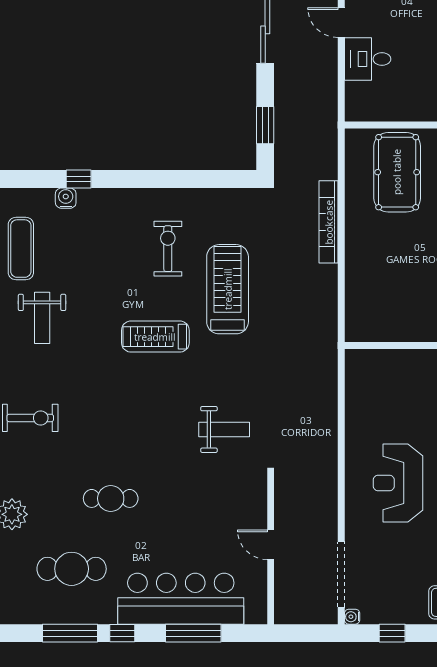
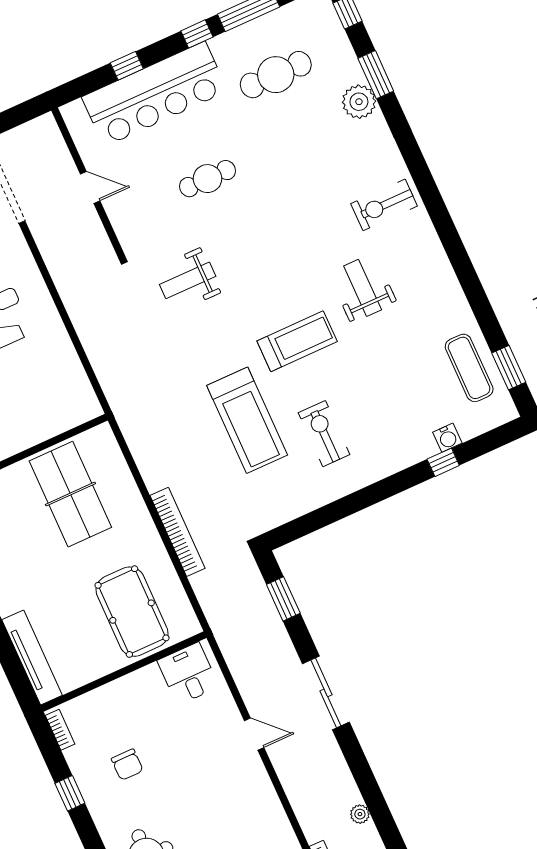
desk: (368, 59) -> (188, 674), moved, turned -90
exercise bike: (168, 249) -> (324, 434), turned 180
table tennis table: (404, 295) -> (70, 494), added
weight bench: (42, 318) -> (363, 288), moved
cafe table: (111, 498) -> (207, 179), moved
window: (193, 633) -> (127, 66), width x0.46

